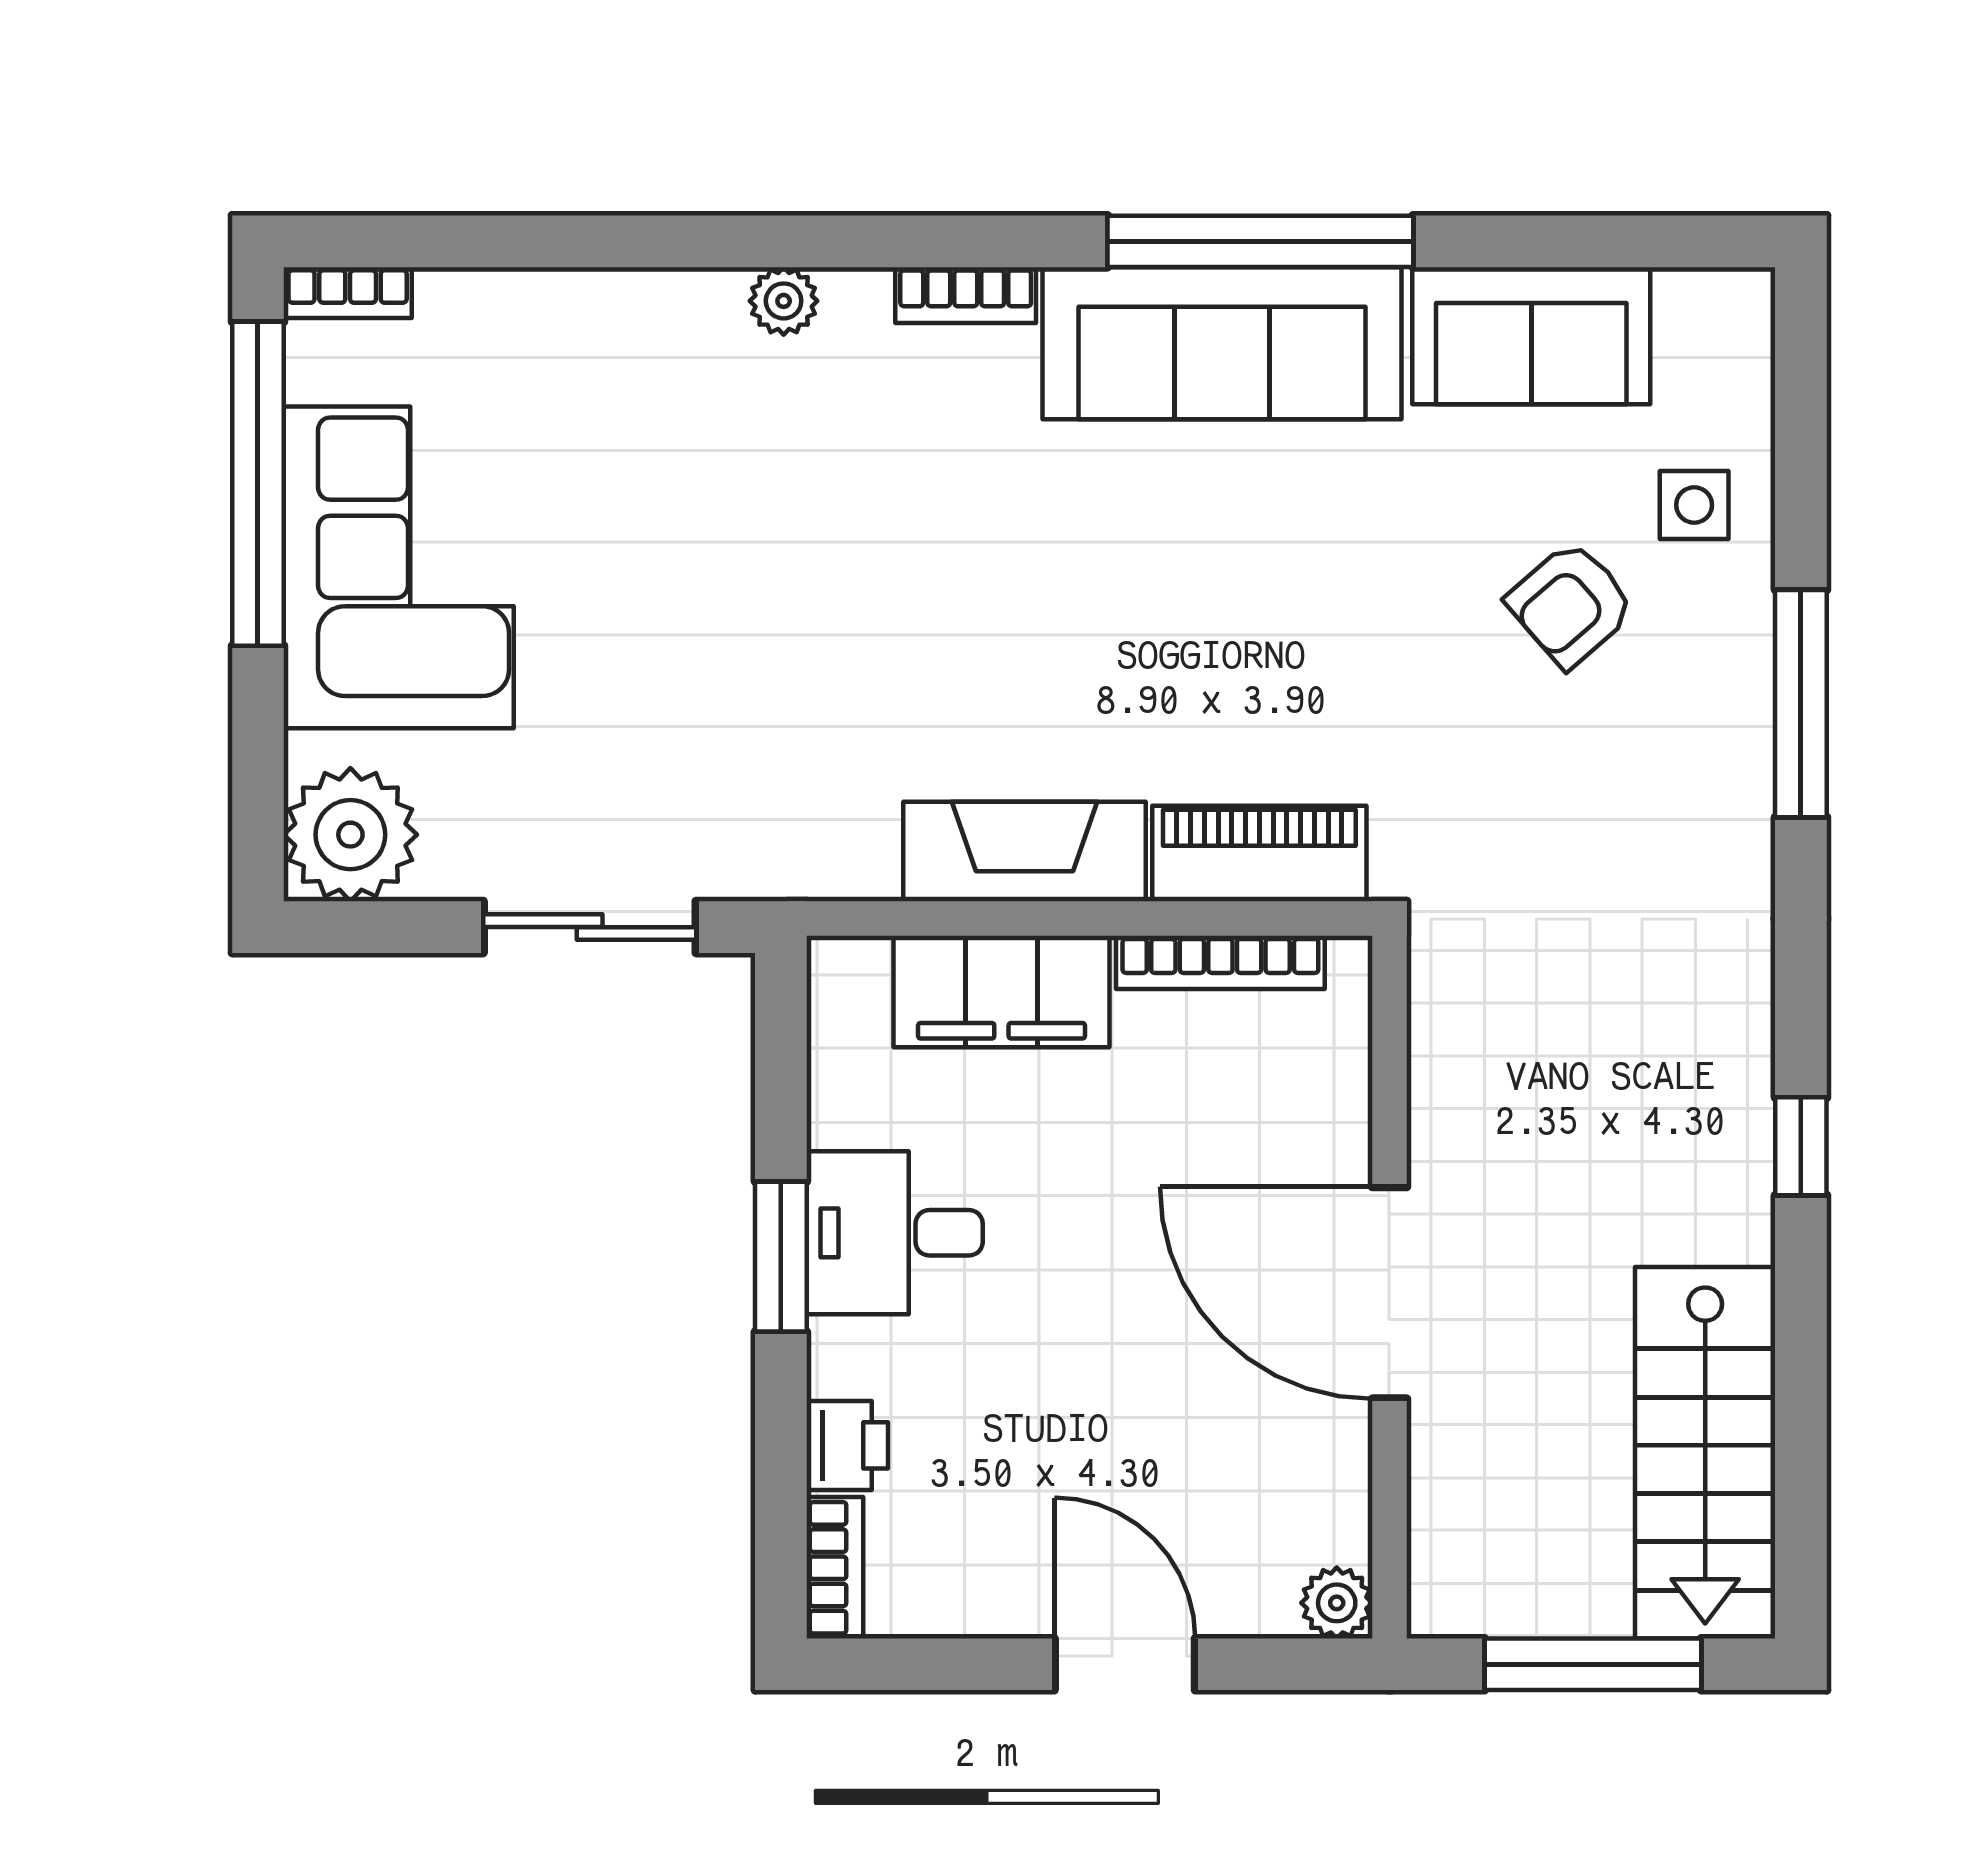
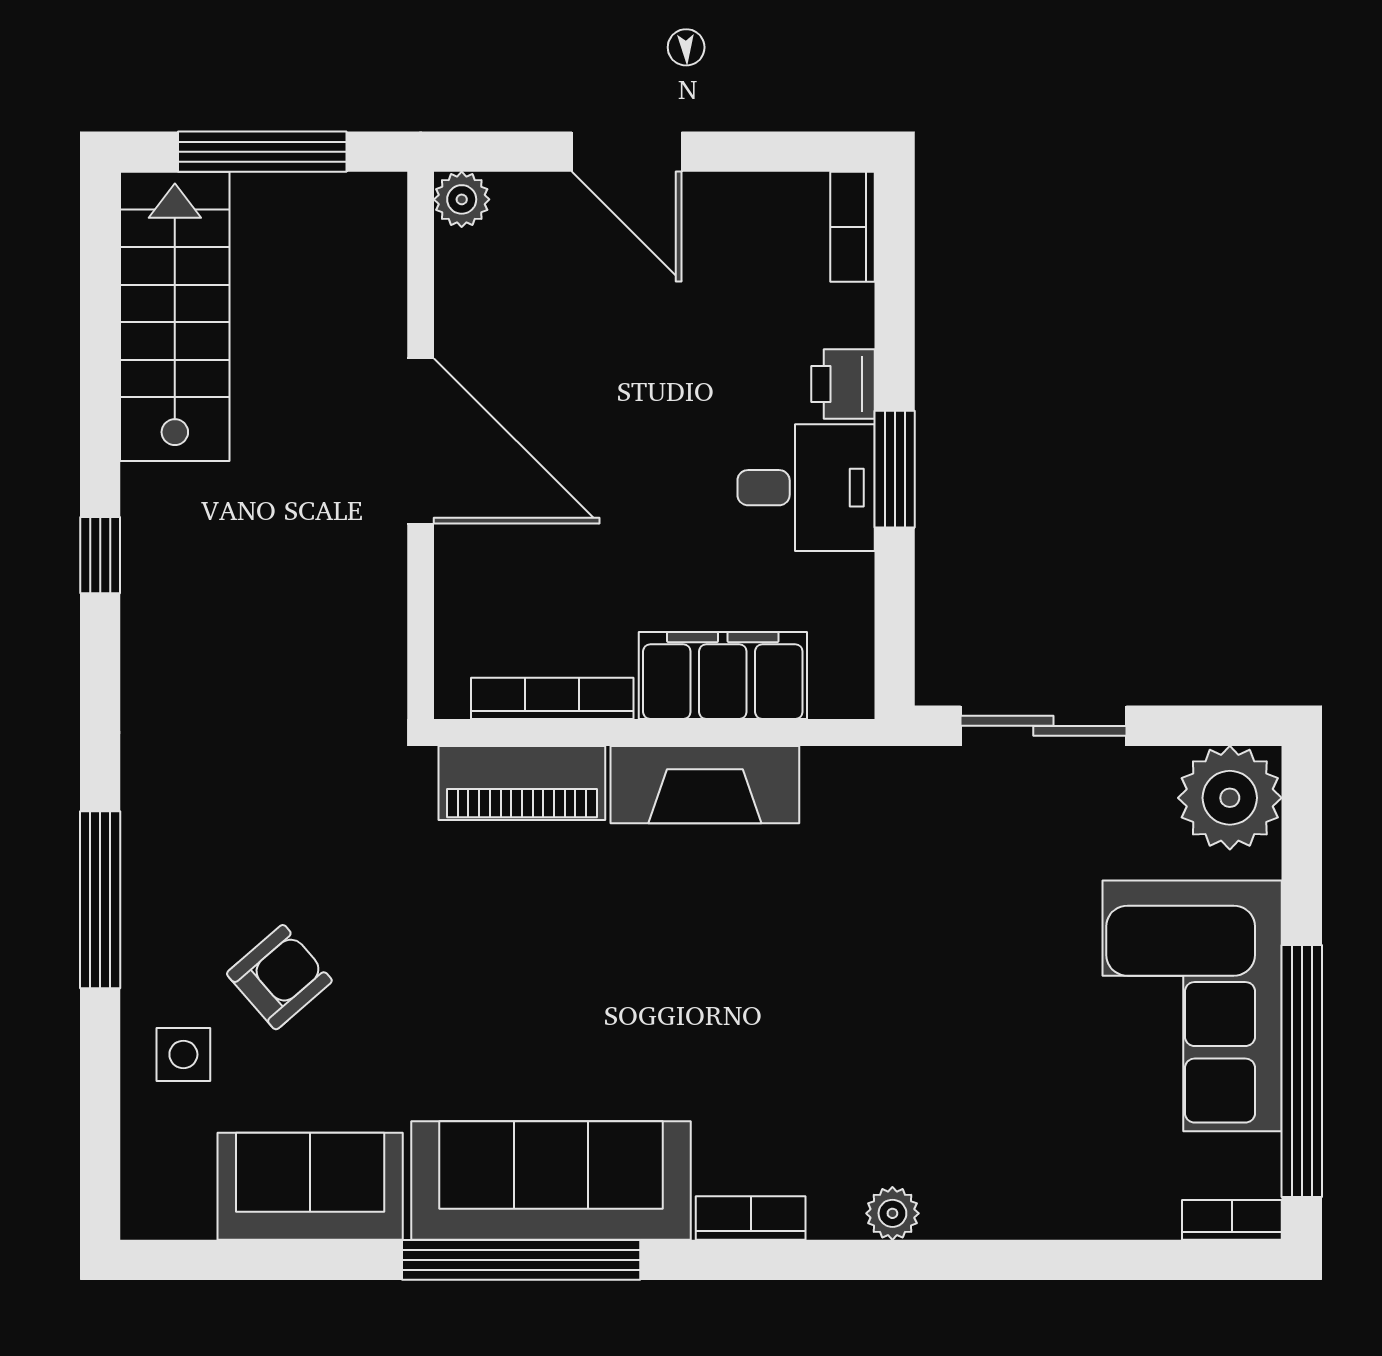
printer: (847, 1445) -> (843, 384), moved

